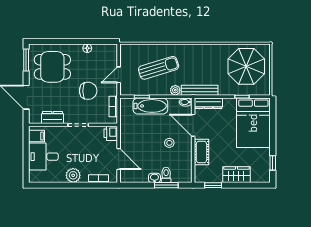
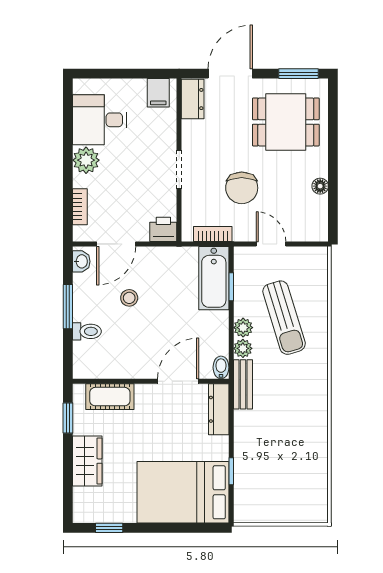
parasol: (246, 66) -> (287, 479), removed
dining table: (52, 67) -> (286, 122), turned 90
plant: (164, 90) -> (243, 328), added
bench: (200, 90) -> (243, 384), width x0.73
bathtub: (150, 106) -> (214, 278), moved
dresser: (52, 117) -> (193, 99), moved
stool: (169, 143) -> (129, 298), moved
cot: (201, 152) -> (110, 397), moved
desk: (43, 157) -> (100, 120), moved, turned -90
washbasin: (154, 178) -> (81, 261), moved
window: (166, 185) -> (68, 307), moved

